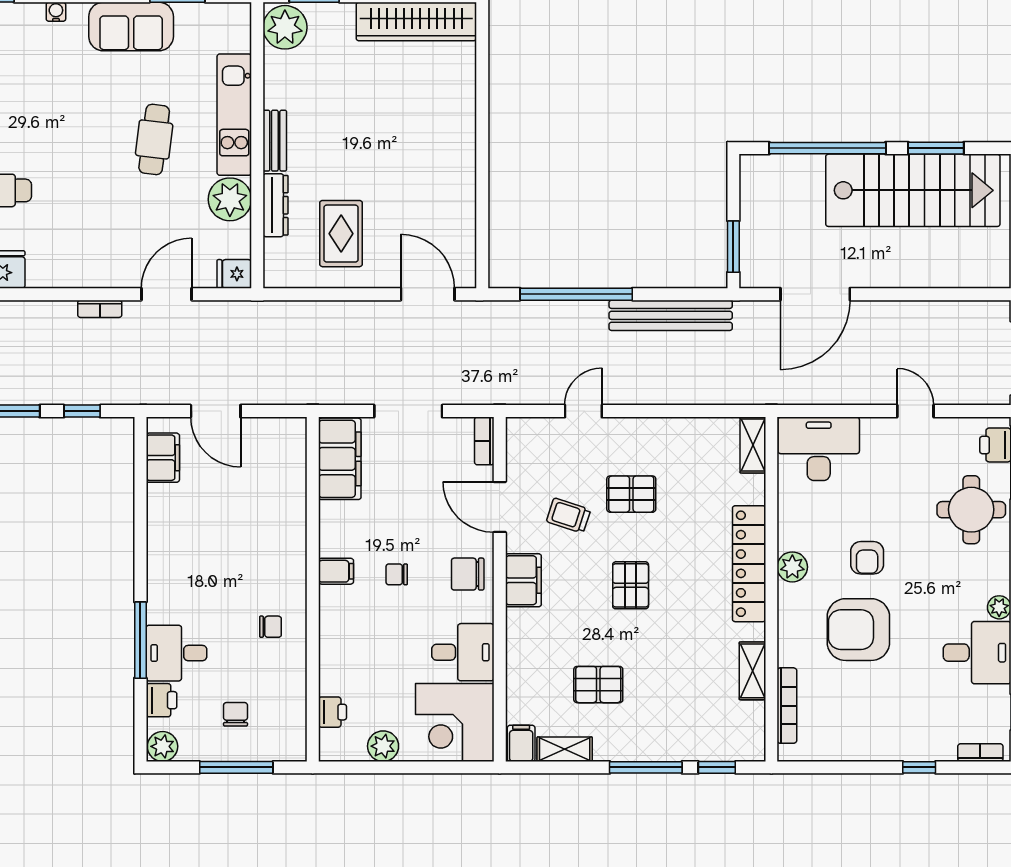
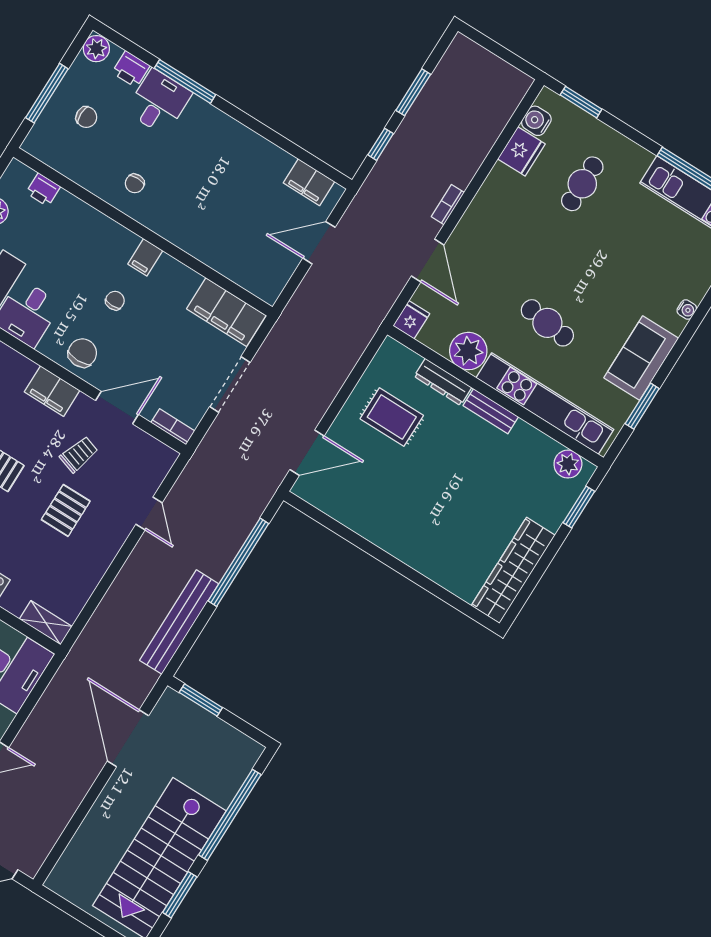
plant: (285, 27) -> (568, 464), width x0.73, depth x0.73
kitchen unit: (234, 115) -> (545, 404), width x1.36

